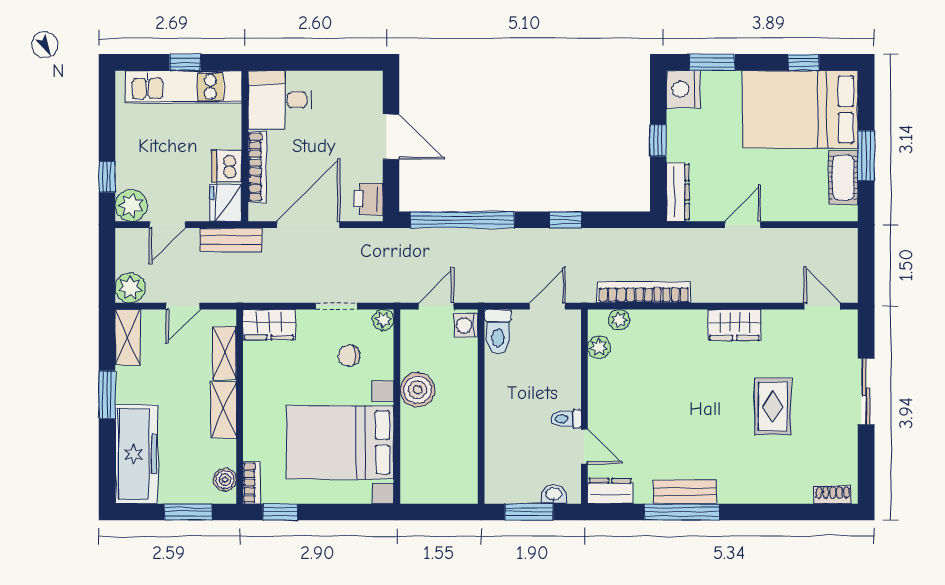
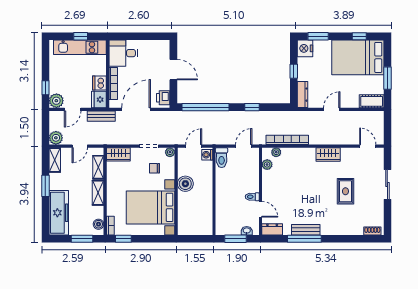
cot: (843, 178) -> (372, 101), moved, turned 90

